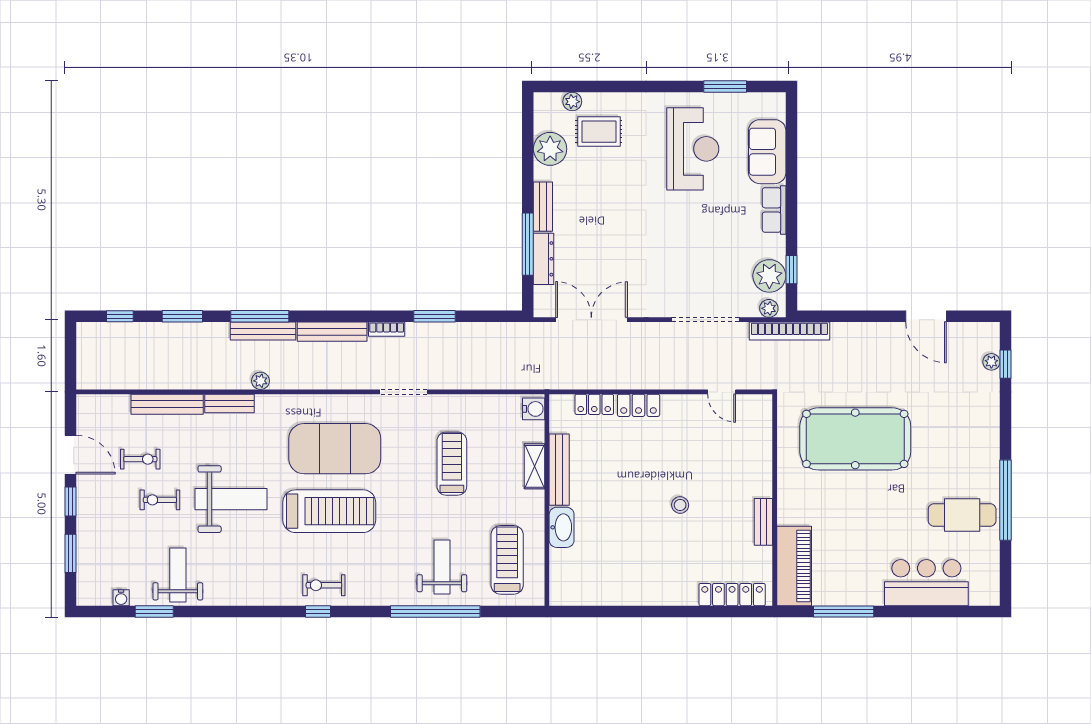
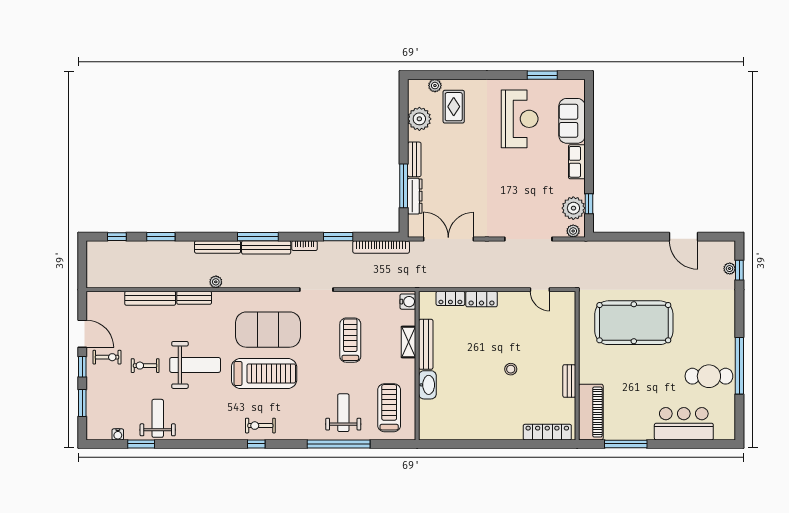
rug: (599, 132) -> (454, 107), turned 90
window: (260, 316) -> (258, 237), moved
bookcase: (789, 331) -> (381, 247), moved
exercise bike: (140, 459) -> (107, 357), moved

